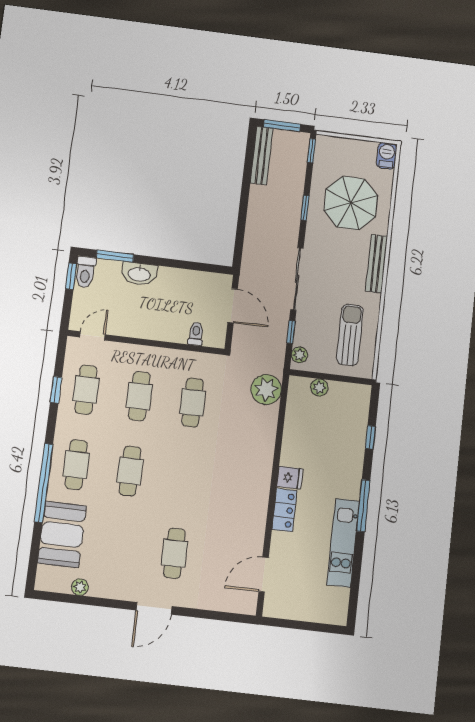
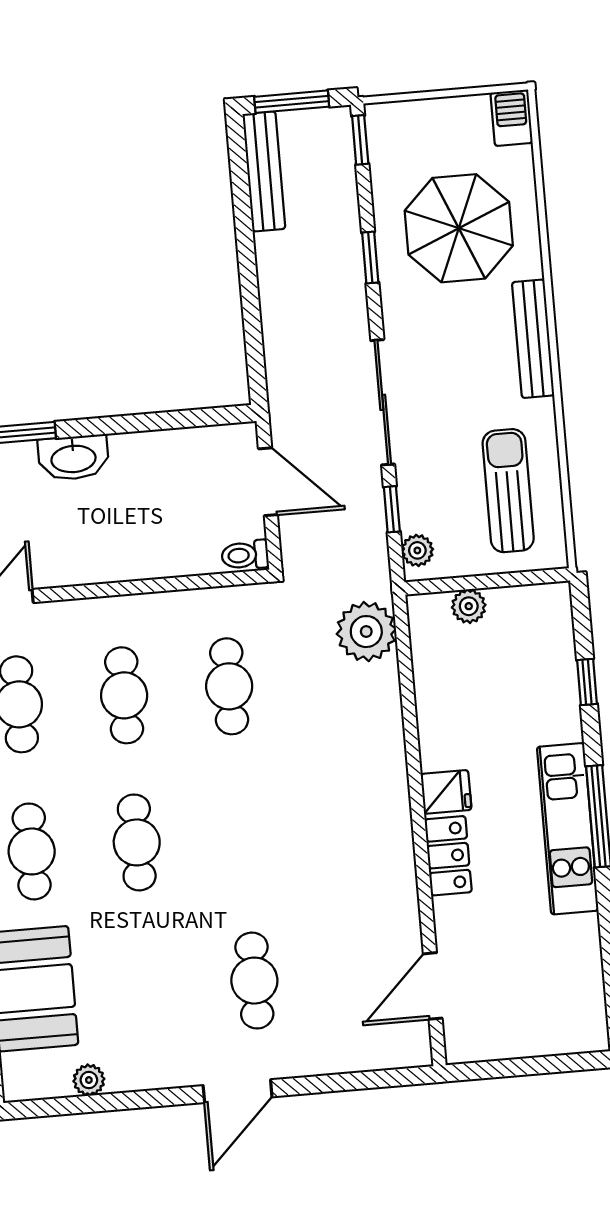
toilet: (196, 334) -> (245, 555), moved, turned -90
kitchen unit: (343, 543) -> (568, 829), moved

